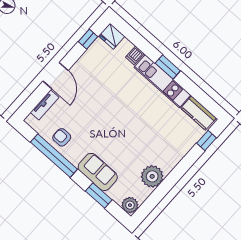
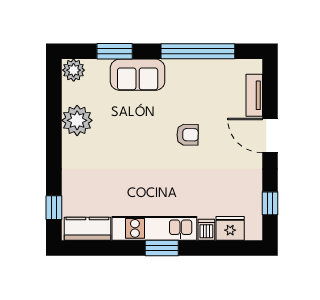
fridge: (112, 36) -> (230, 228), moved
armchair: (62, 137) -> (188, 135), moved

